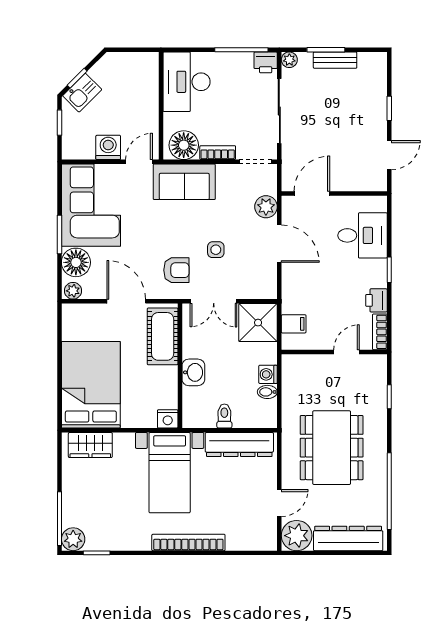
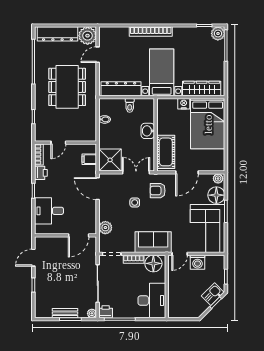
door: (279, 244) -> (98, 189), moved
door: (126, 301) -> (187, 172), hinge flipped
washing machine: (268, 374) -> (104, 130), removed
nightstand: (168, 419) -> (184, 104), moved
wardrobe: (90, 445) -> (202, 88), width x1.50

